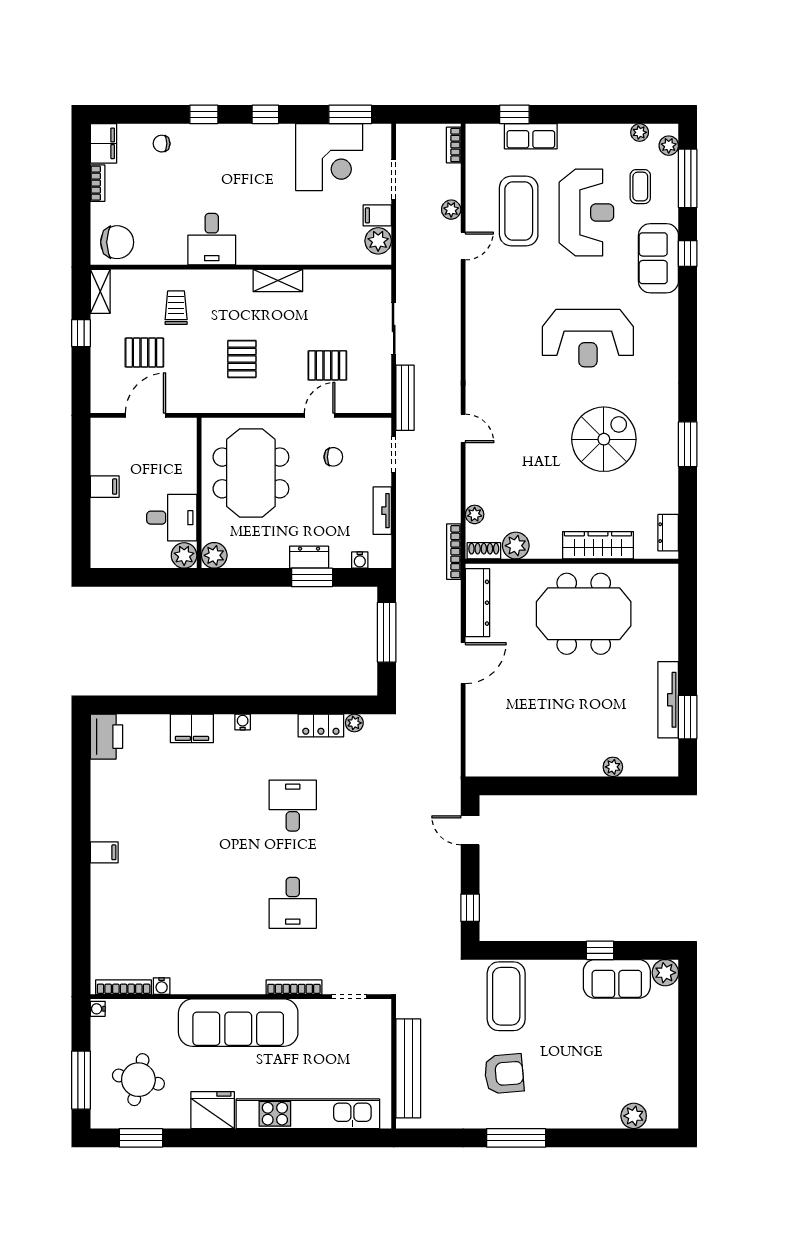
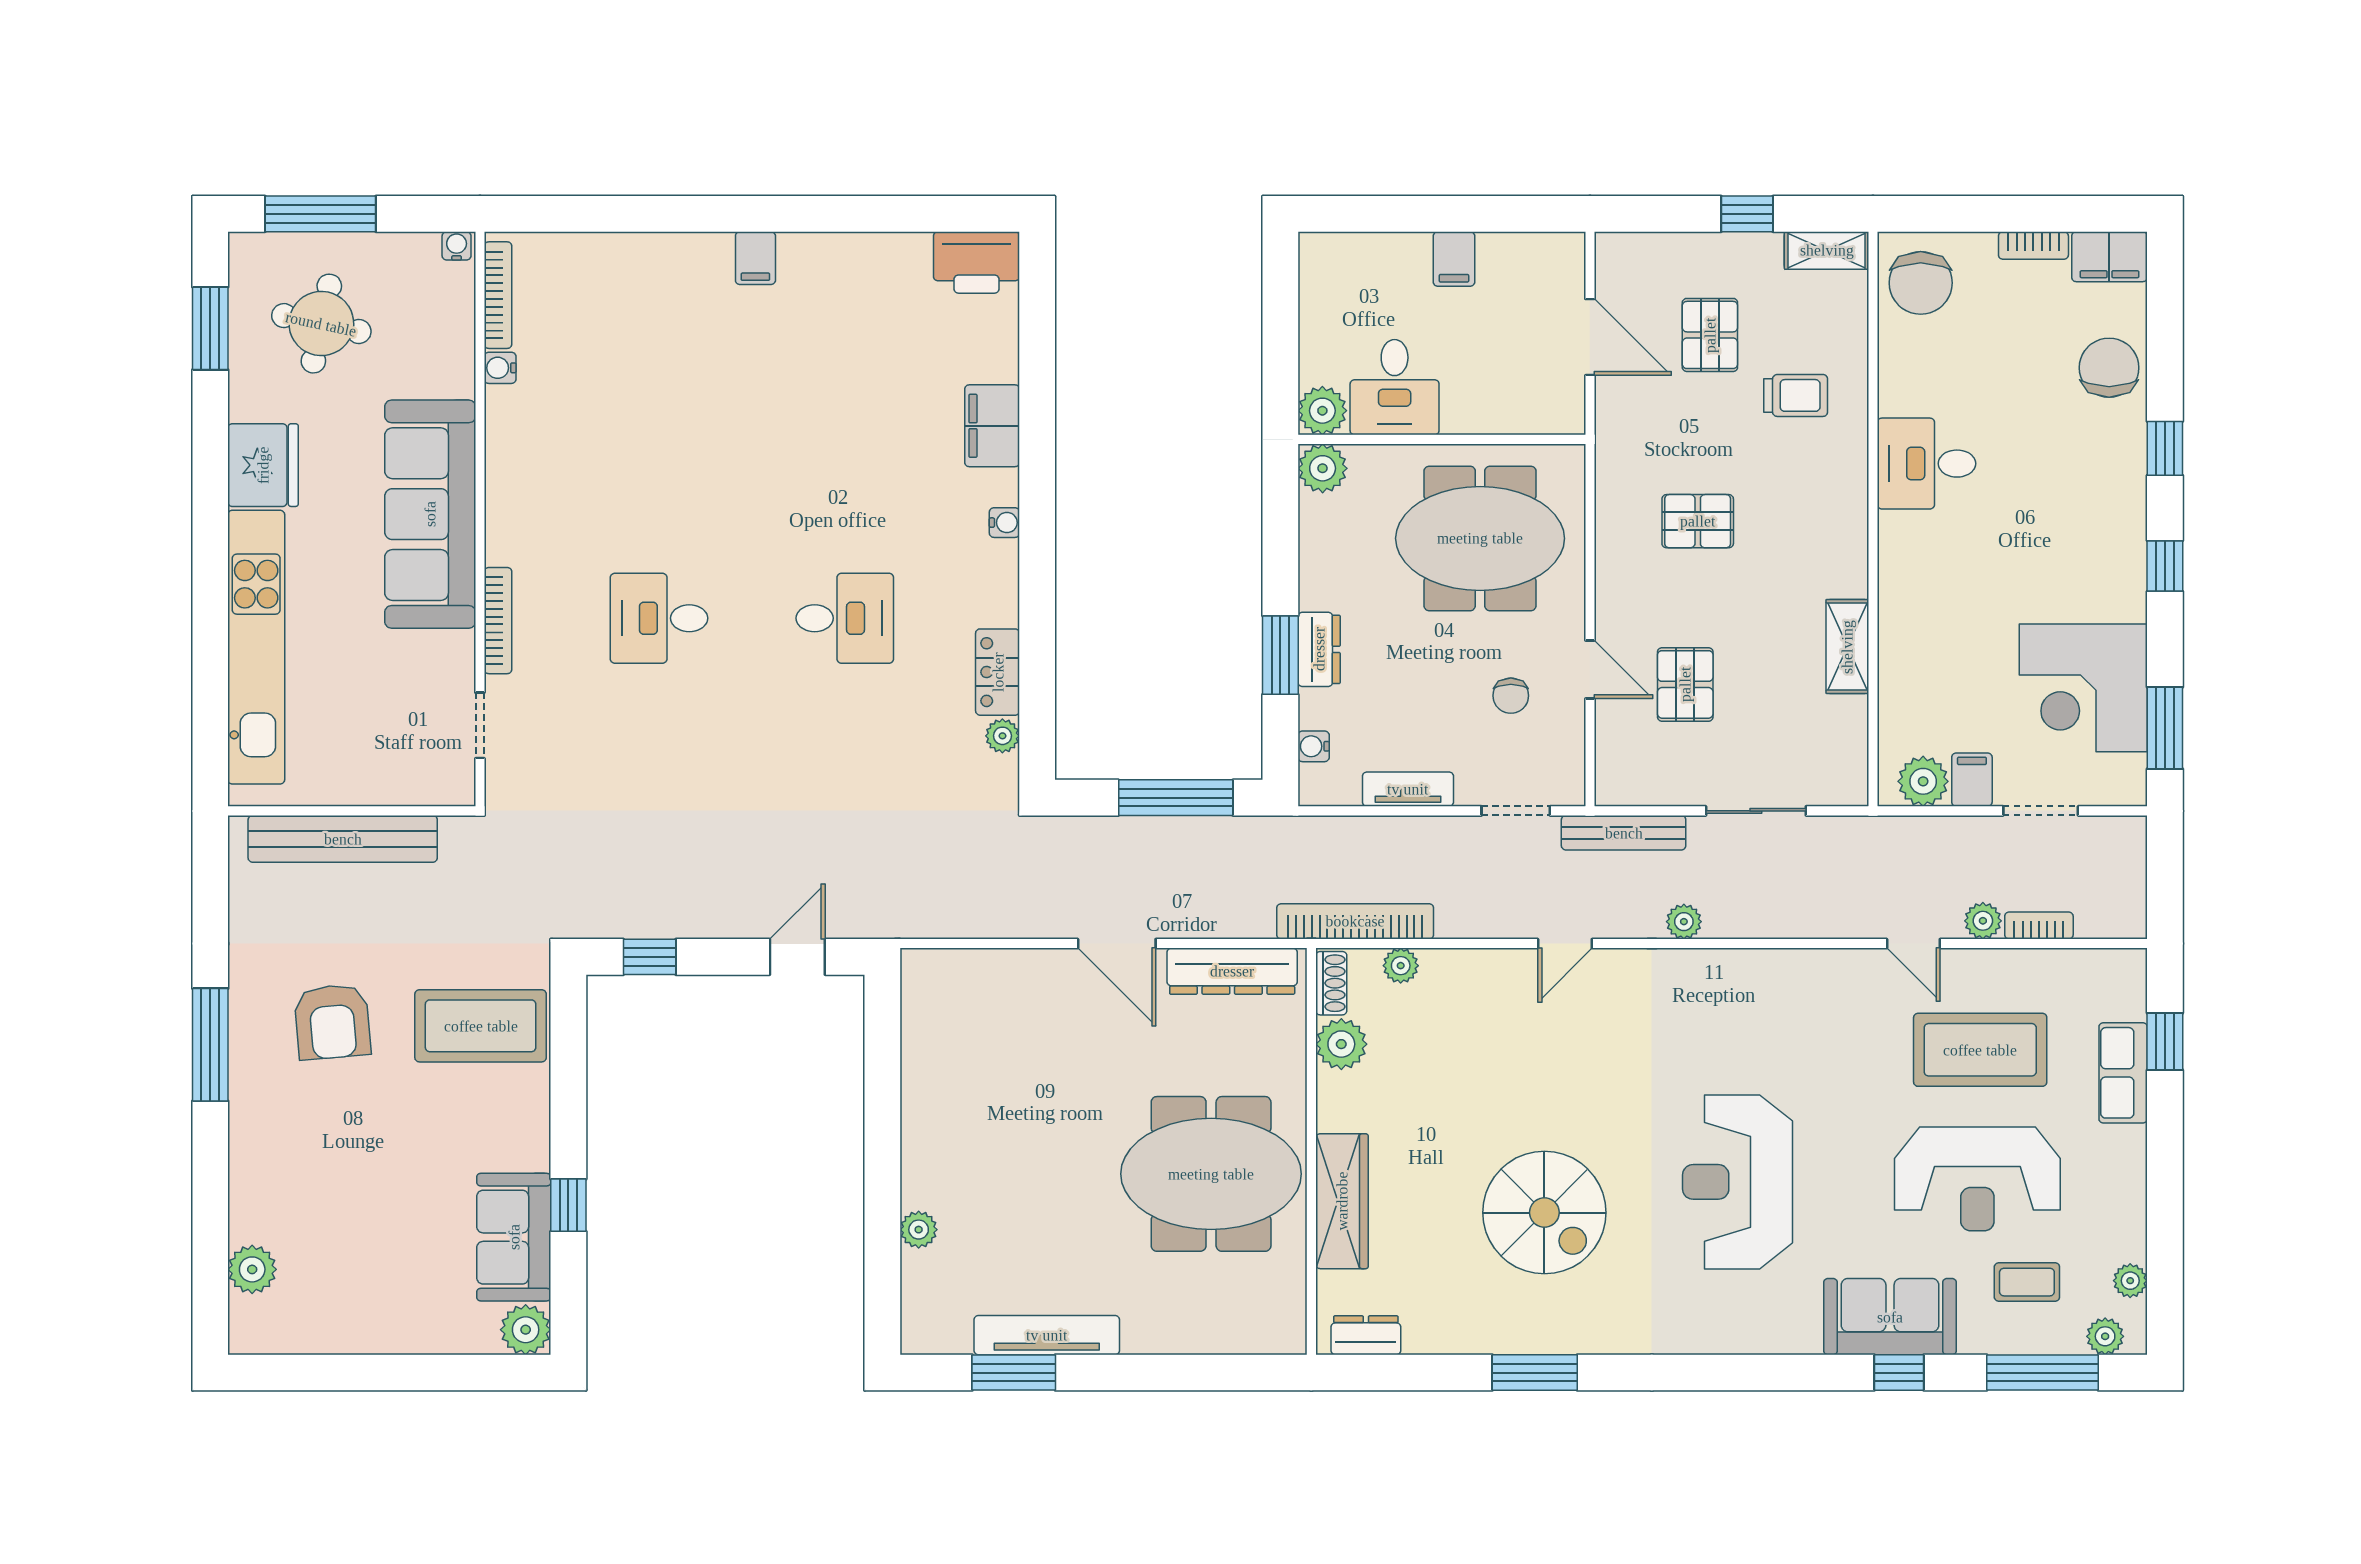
chair: (162, 144) -> (2109, 368), width x1.87, depth x1.87
bookcase: (454, 145) -> (2039, 925), moved
shelving: (278, 281) -> (1847, 647), moved
plant: (452, 366) -> (1684, 922), added
bookcase: (454, 552) -> (1355, 921), width x1.48, depth x1.31
meeting table: (584, 614) -> (1211, 1174), turned 90

